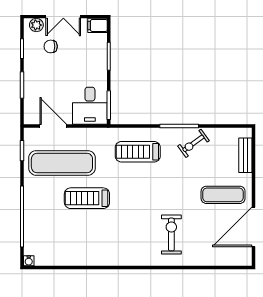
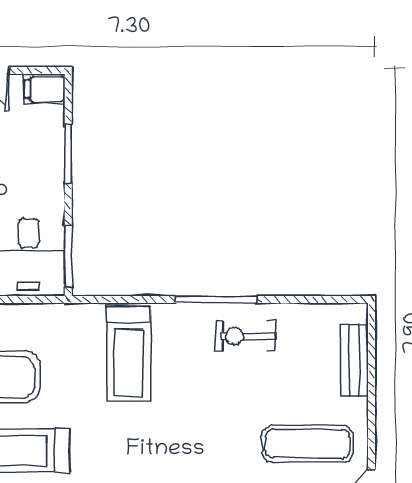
exercise bike: (193, 143) -> (245, 336), turned 36
treadmill: (138, 152) -> (129, 353), turned -90

